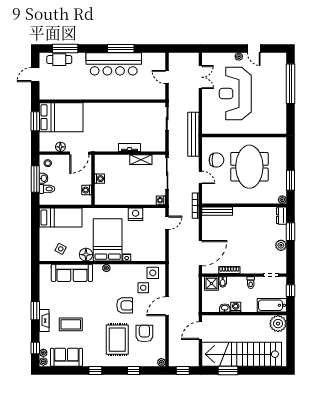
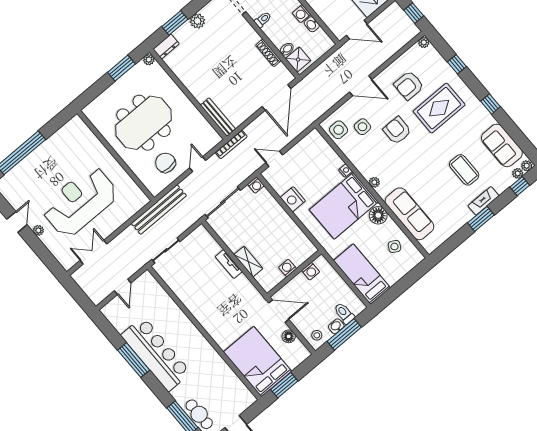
reception desk: (235, 94) -> (80, 202), turned 180
shelving: (141, 160) -> (248, 262), moved
door: (200, 253) -> (276, 98), swing flipped

